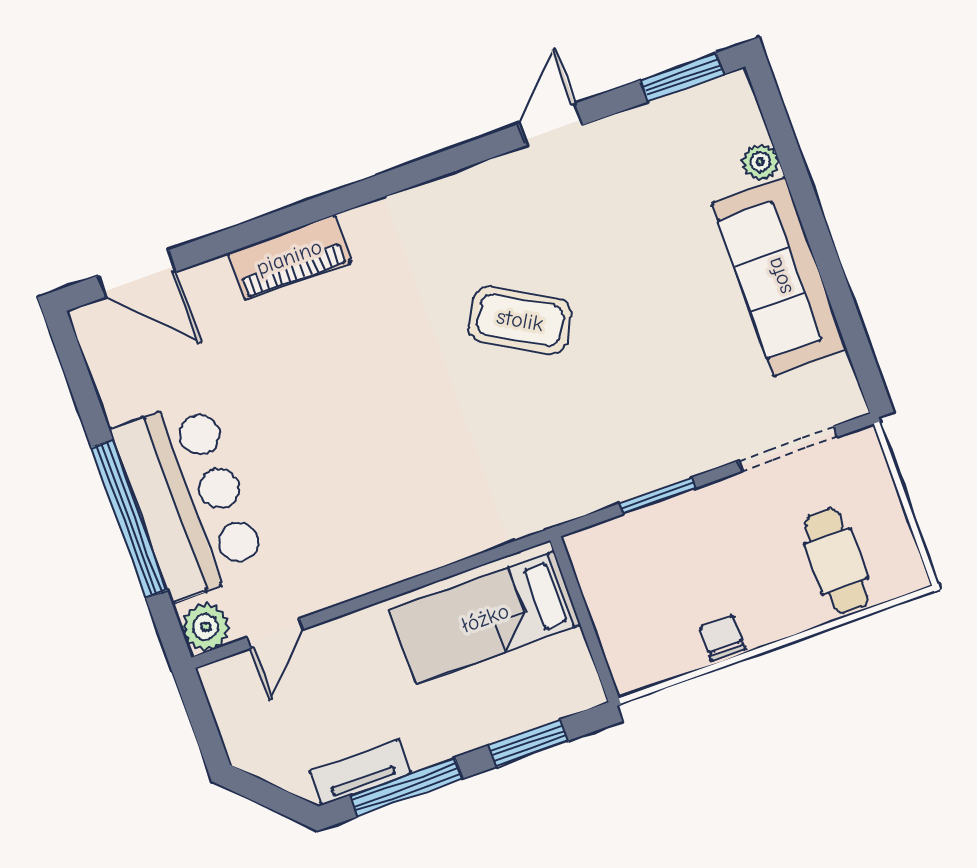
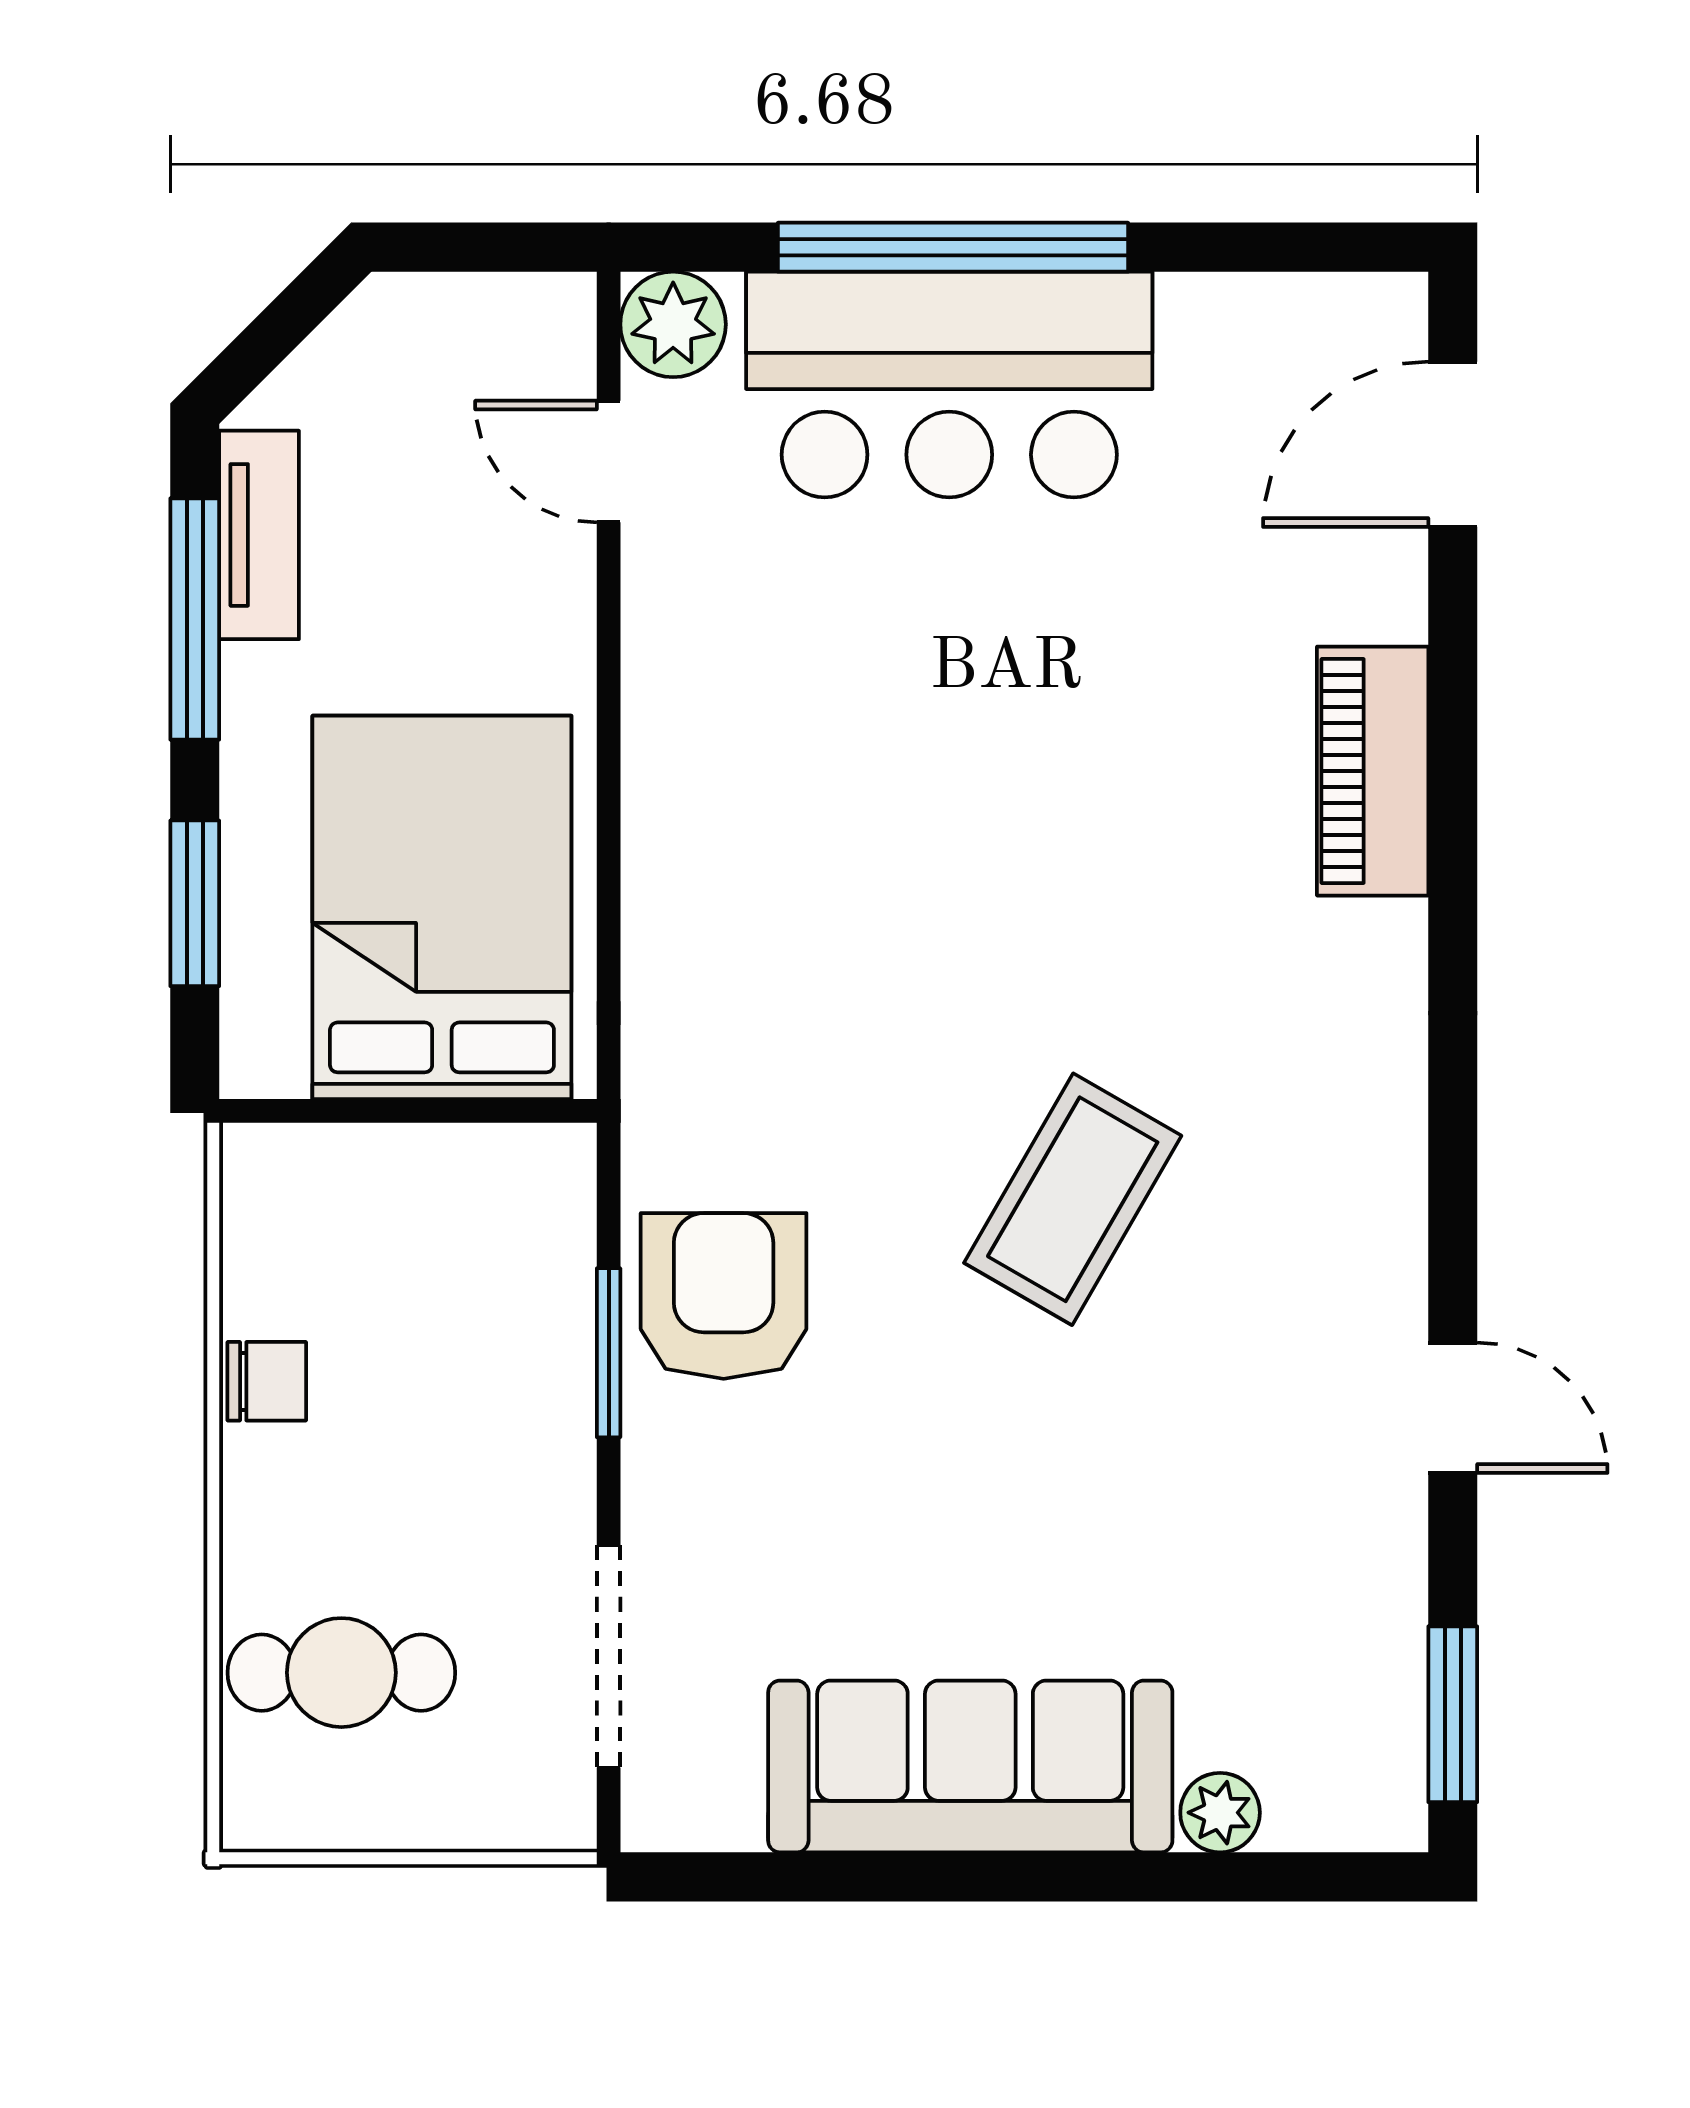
armchair: (615, 455) -> (724, 1296), added
bed: (485, 618) -> (442, 907), width x1.50

